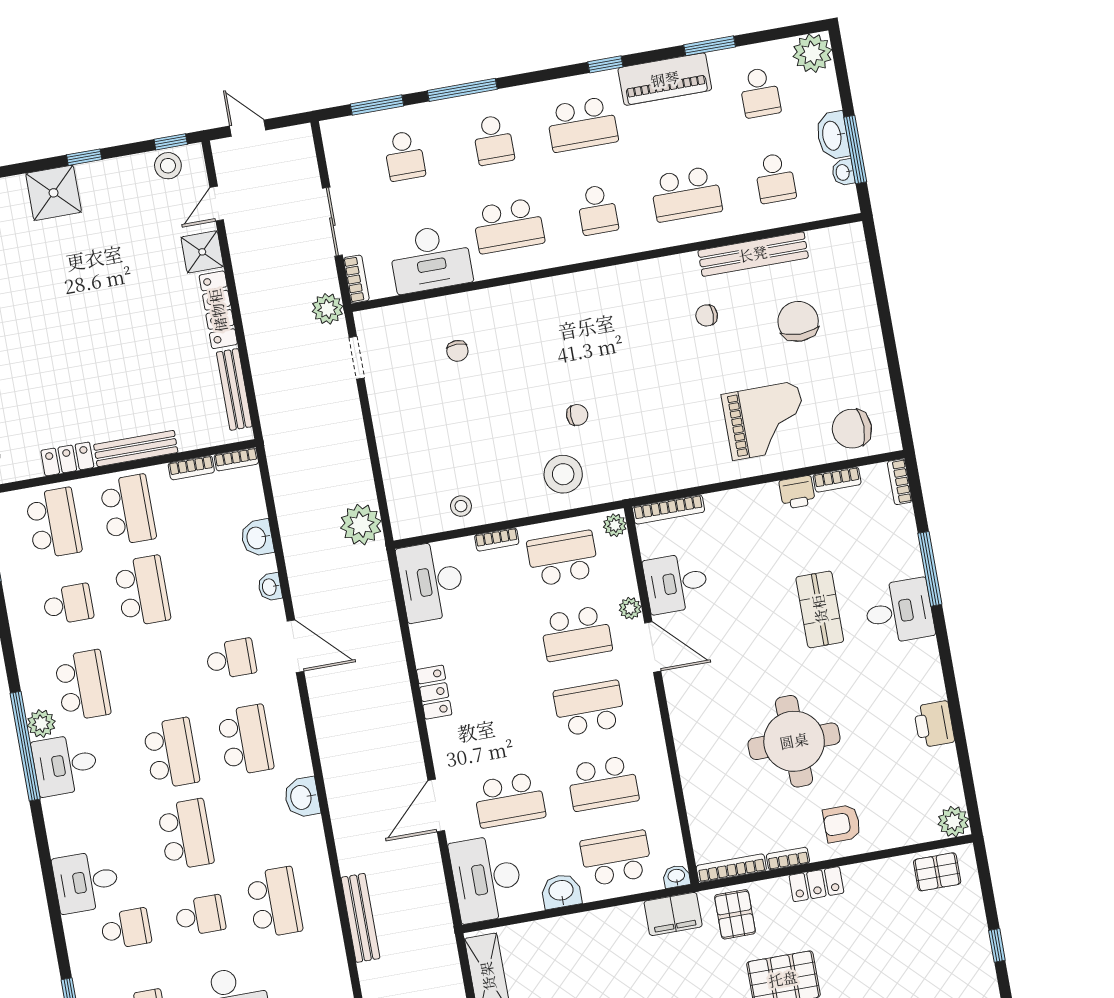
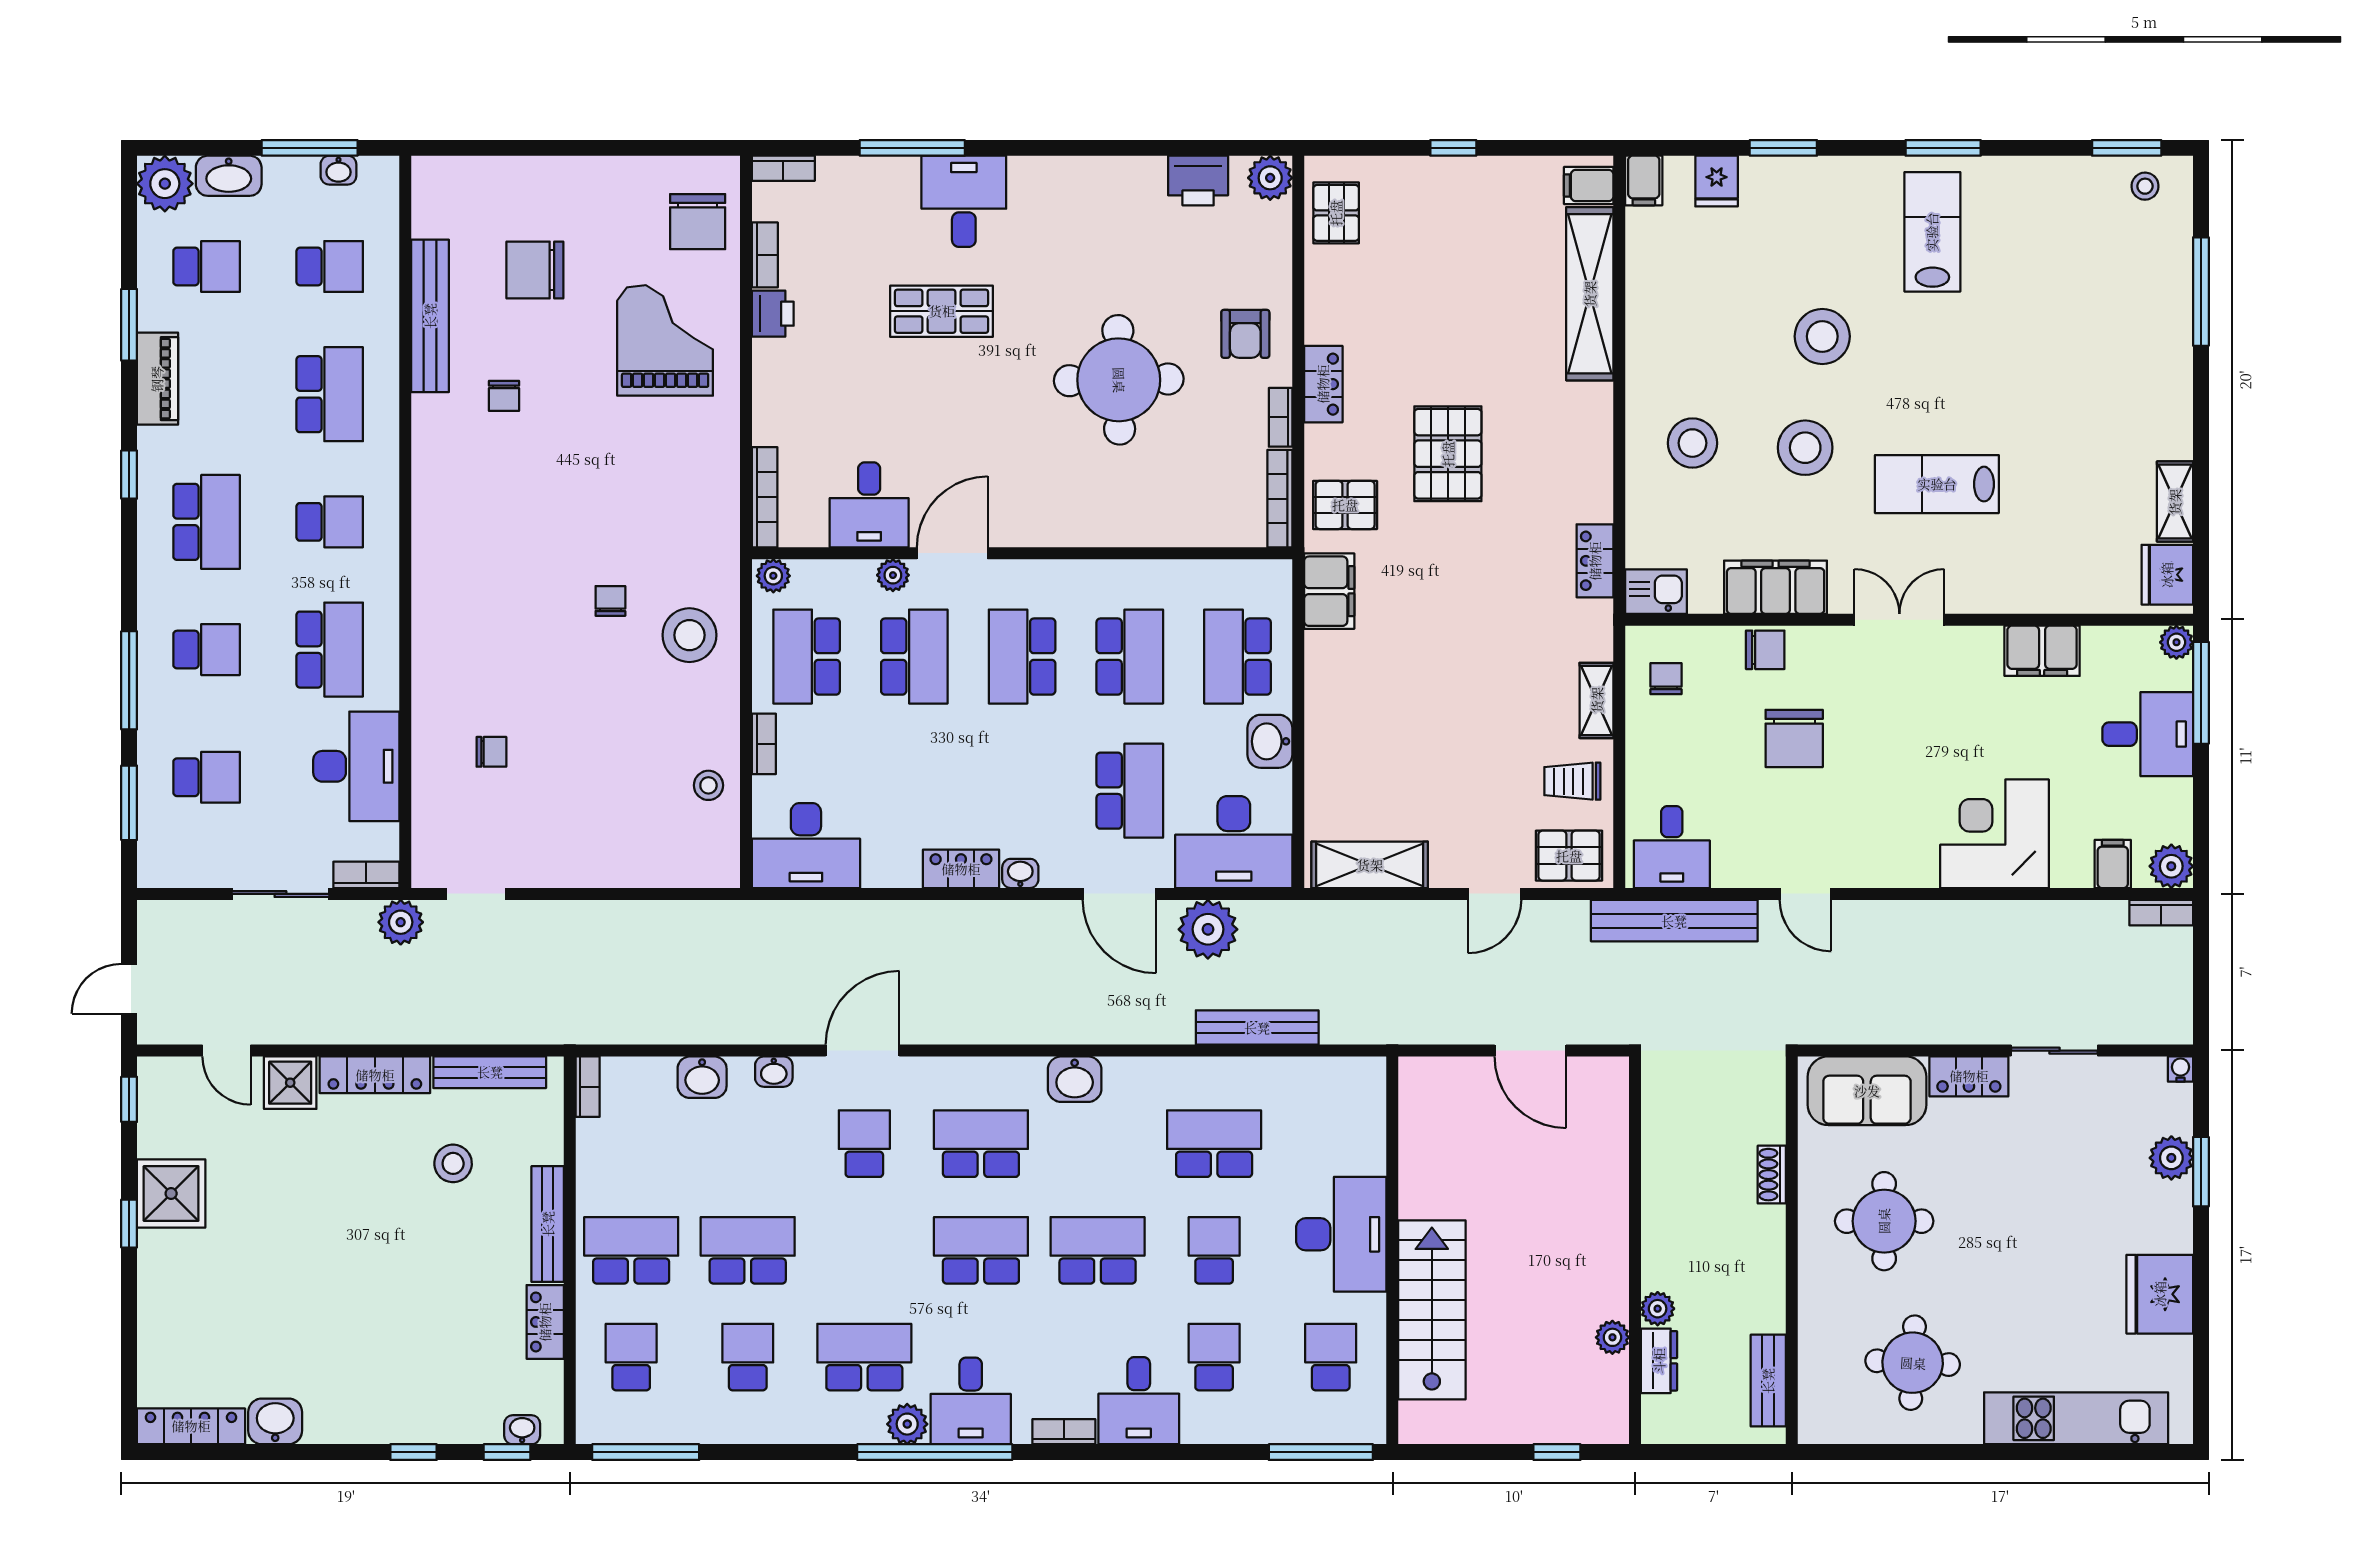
piano: (665, 79) -> (157, 379), width x0.73, depth x0.75
washbasin: (833, 136) -> (229, 176), moved
stool: (168, 166) -> (453, 1163), moved
shower: (54, 193) -> (171, 1193), moved
bookcase: (191, 468) -> (1064, 1432), moved, turned -90
school desk: (54, 523) -> (631, 1357), width x0.54
plant: (361, 525) -> (1208, 929), moved
printer: (934, 724) -> (1198, 180), moved
washbasin: (676, 876) -> (1020, 873), moved, turned 90

